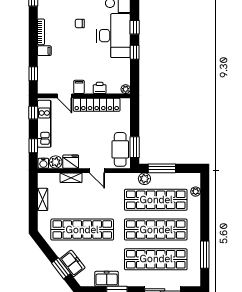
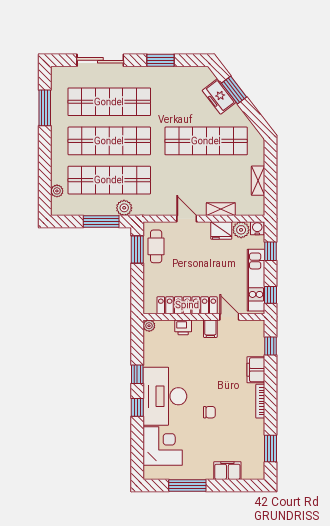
filing cabinet: (44, 51) -> (256, 370), width x2.00
cafe table: (120, 149) -> (156, 246), width x0.73, depth x0.74
freezer: (107, 279) -> (174, 76), removed

